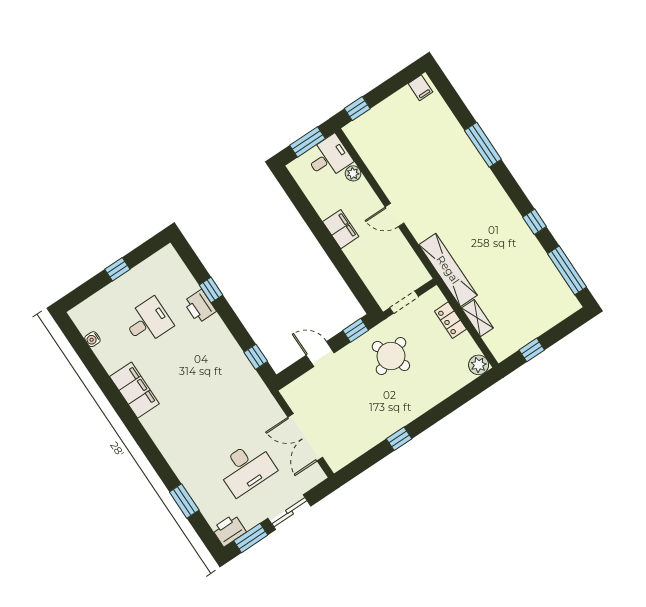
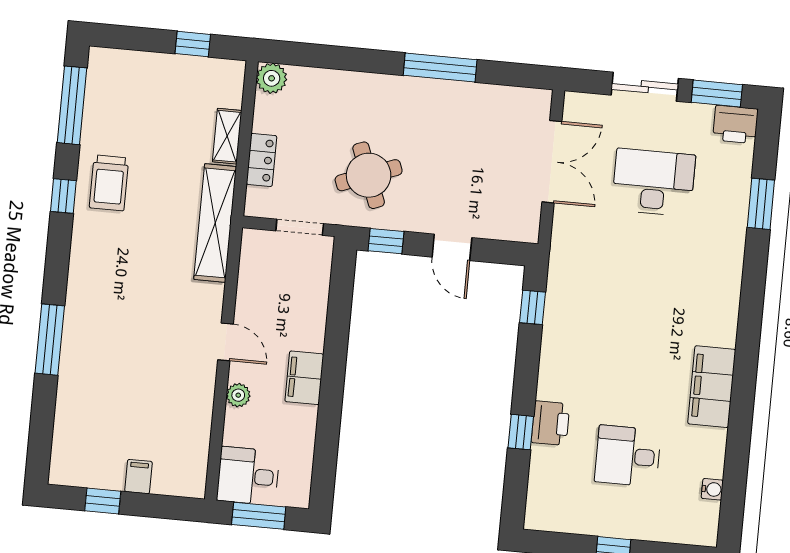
filing cabinet: (420, 88) -> (138, 477), moved
window: (357, 109) -> (103, 501), moved
plant: (353, 173) -> (238, 395), moved
trolley: (517, 247) -> (109, 183), added
window: (399, 439) -> (440, 67), width x2.17

